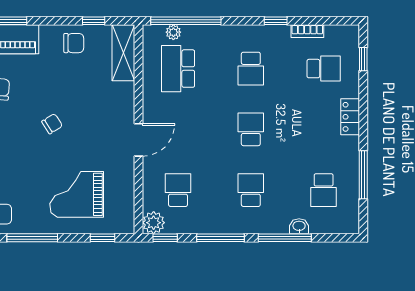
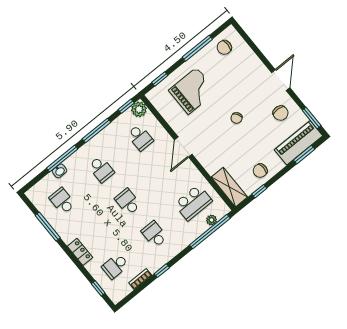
school desk: (178, 69) -> (193, 203), turned 90
school desk: (251, 129) -> (128, 202), turned 180

